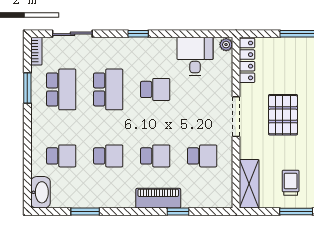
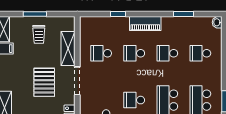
shelving: (249, 184) -> (68, 48), moved
washbasin: (40, 192) -> (217, 22), width x0.52, depth x0.69
piano: (158, 198) -> (145, 24), moved

